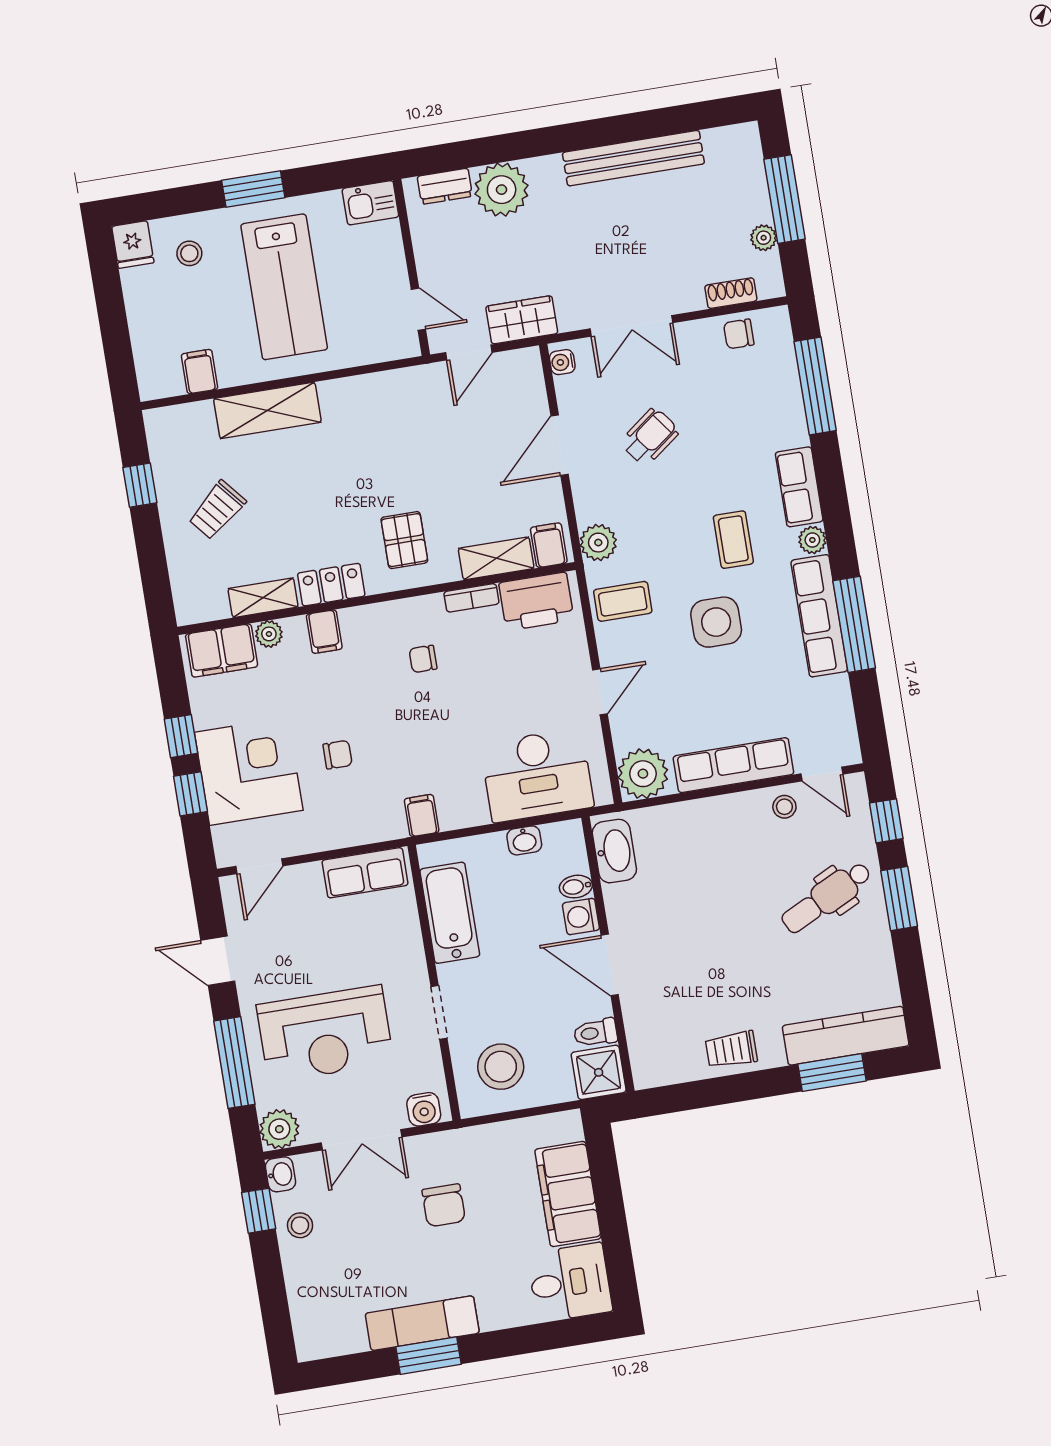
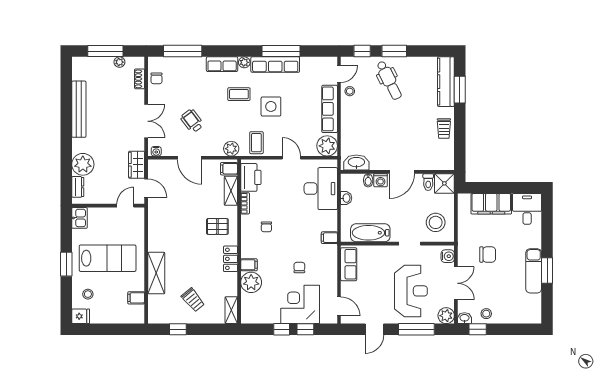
shelving: (263, 598) -> (231, 310), moved
plant: (269, 634) -> (251, 282), width x1.88, depth x1.88
filing cabinet: (222, 650) -> (250, 307), removed

